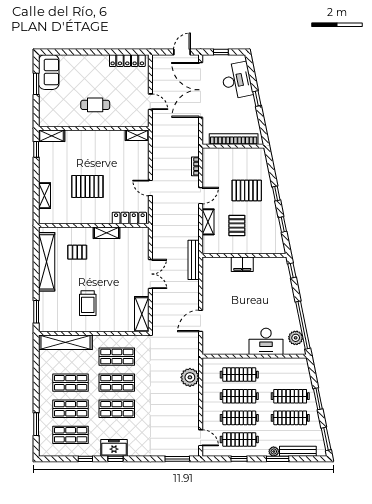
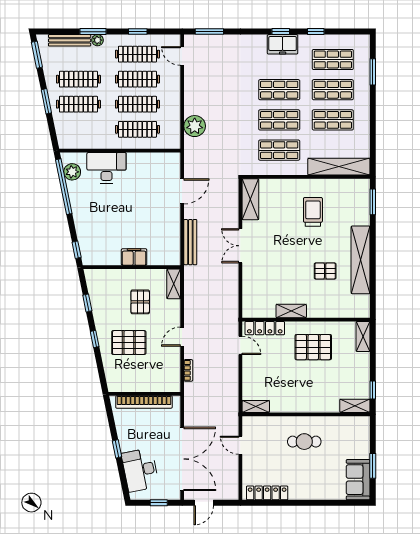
locker: (129, 218) -> (265, 328), moved
shelving: (208, 222) -> (174, 284), moved
wall: (94, 225) -> (306, 320), moved
shelving: (107, 233) -> (291, 311), moved
bench: (194, 260) -> (190, 242), moved

